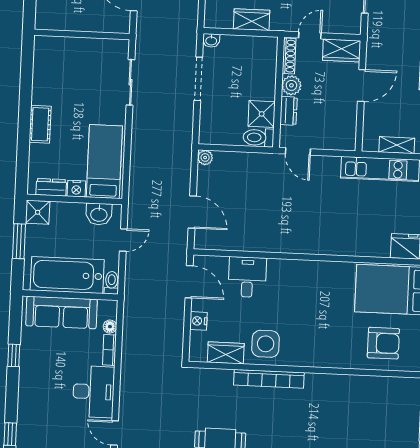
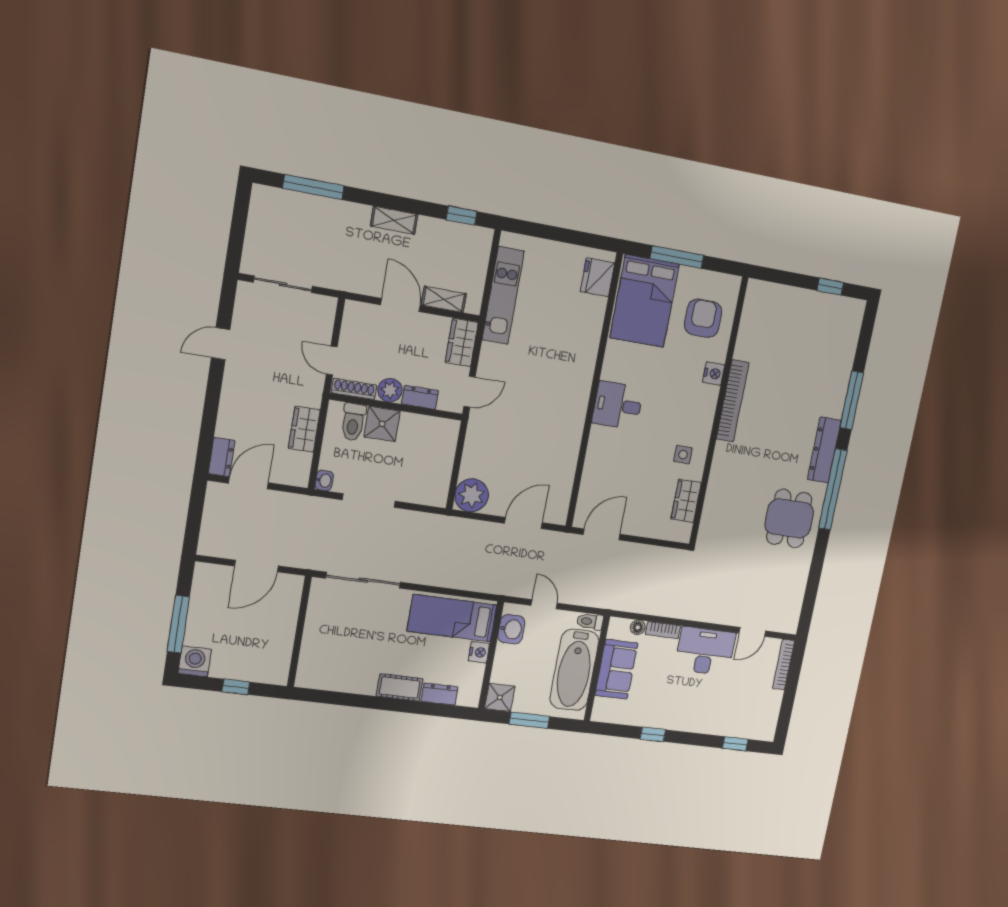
wardrobe: (342, 50) -> (462, 342), moved, turned 180
sliding door: (130, 82) -> (363, 580), width x1.37
shower: (262, 114) -> (382, 424), moved
toilet: (258, 138) -> (353, 422), moved
shelving: (397, 145) -> (444, 299), moved, turned 90
plant: (205, 158) -> (472, 495), width x1.87, depth x1.87
dresser: (51, 187) -> (439, 694), moved, turned 90
desk: (247, 277) -> (618, 405), moved
sofa: (61, 312) -> (616, 669), width x0.73
nightstand: (198, 321) -> (714, 374), moved, turned -90
side table: (266, 344) -> (683, 455), width x0.54, depth x0.54
bookcase: (269, 379) -> (733, 401), moved

